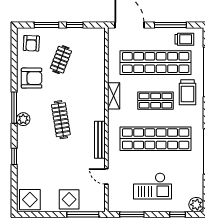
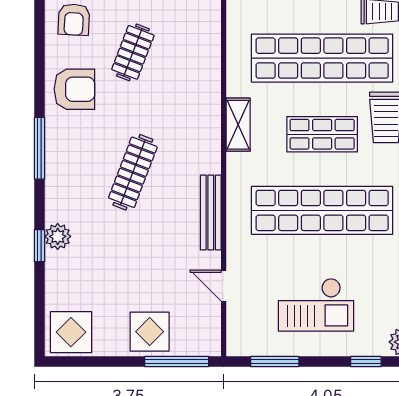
plant: (23, 119) -> (58, 236), moved
clothes rail: (61, 120) -> (133, 172), turned 30

